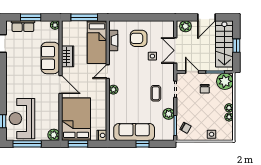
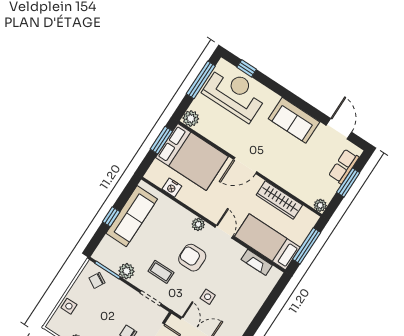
armchair: (139, 38) -> (192, 258), moved, turned -90
wardrobe: (68, 56) -> (279, 200), width x1.50
sofa: (50, 58) -> (294, 120), moved, turned 180
nightstand: (102, 135) -> (172, 188), moved

